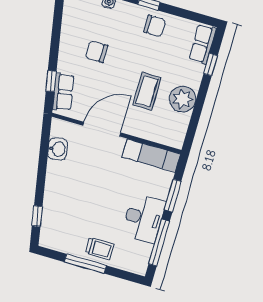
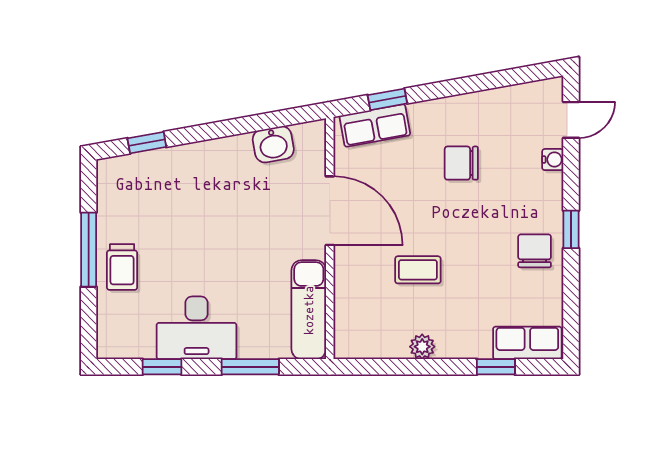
chair: (155, 26) -> (535, 251), turned 180
chair: (97, 52) -> (461, 163), turned -90
coffee table: (147, 91) -> (418, 270), width x0.73, depth x0.77
plant: (183, 99) -> (422, 347), width x0.53, depth x0.53
window: (159, 243) -> (162, 367), width x0.46

